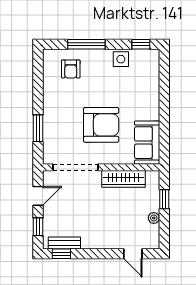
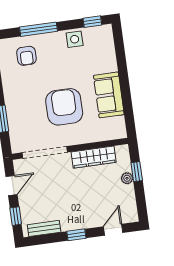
armchair: (101, 125) -> (64, 107), turned -90
sofa: (147, 143) -> (109, 95), moved
plant: (154, 218) -> (127, 178), moved
window: (61, 254) -> (76, 235), moved
door: (133, 254) -> (113, 230), swing flipped

